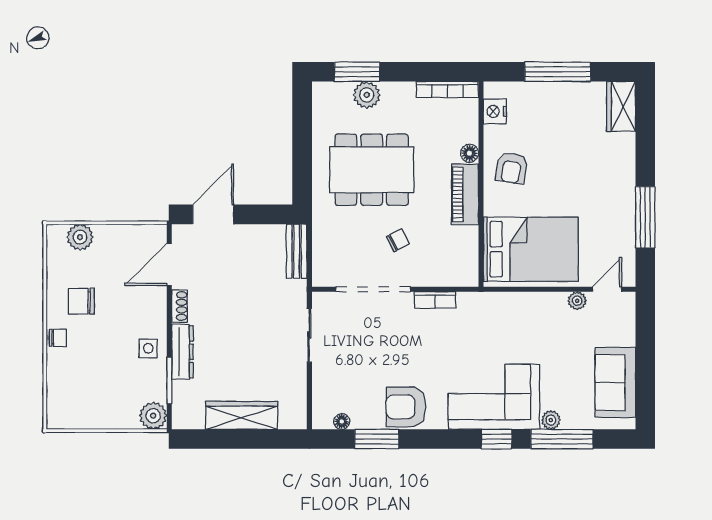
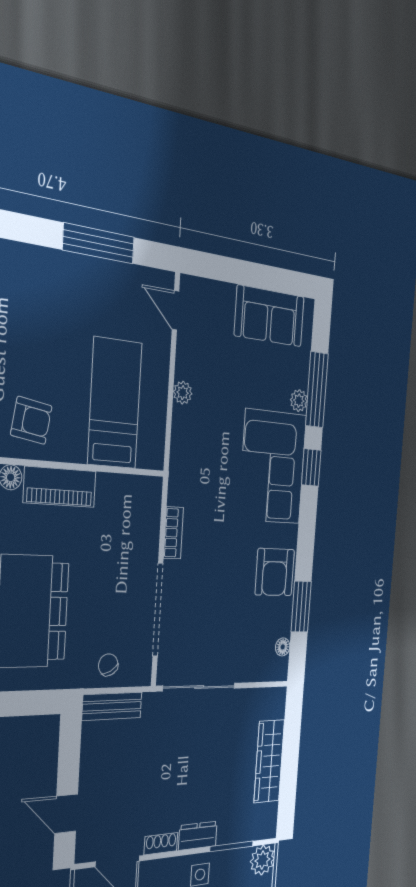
door: (213, 214) -> (66, 814), width x0.73
chair: (398, 240) -> (108, 665), moved
bed: (531, 249) -> (115, 403), width x0.67
plant: (577, 301) -> (183, 393), moved
sliding door: (309, 335) -> (199, 687), width x1.37
dresser: (182, 352) -> (198, 836), width x0.70

